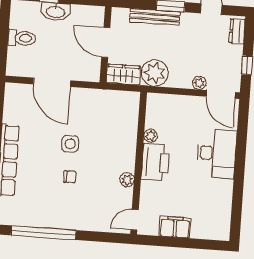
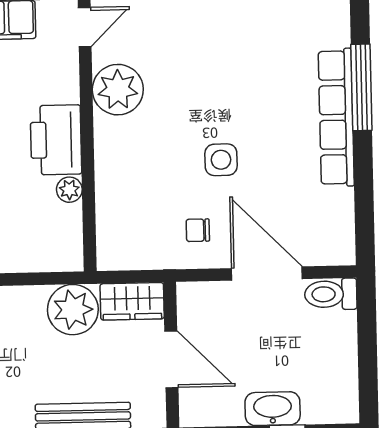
toilet: (22, 38) -> (331, 294), moved
chair: (70, 177) -> (198, 230), moved
plant: (127, 180) -> (118, 90), width x1.87, depth x1.87

